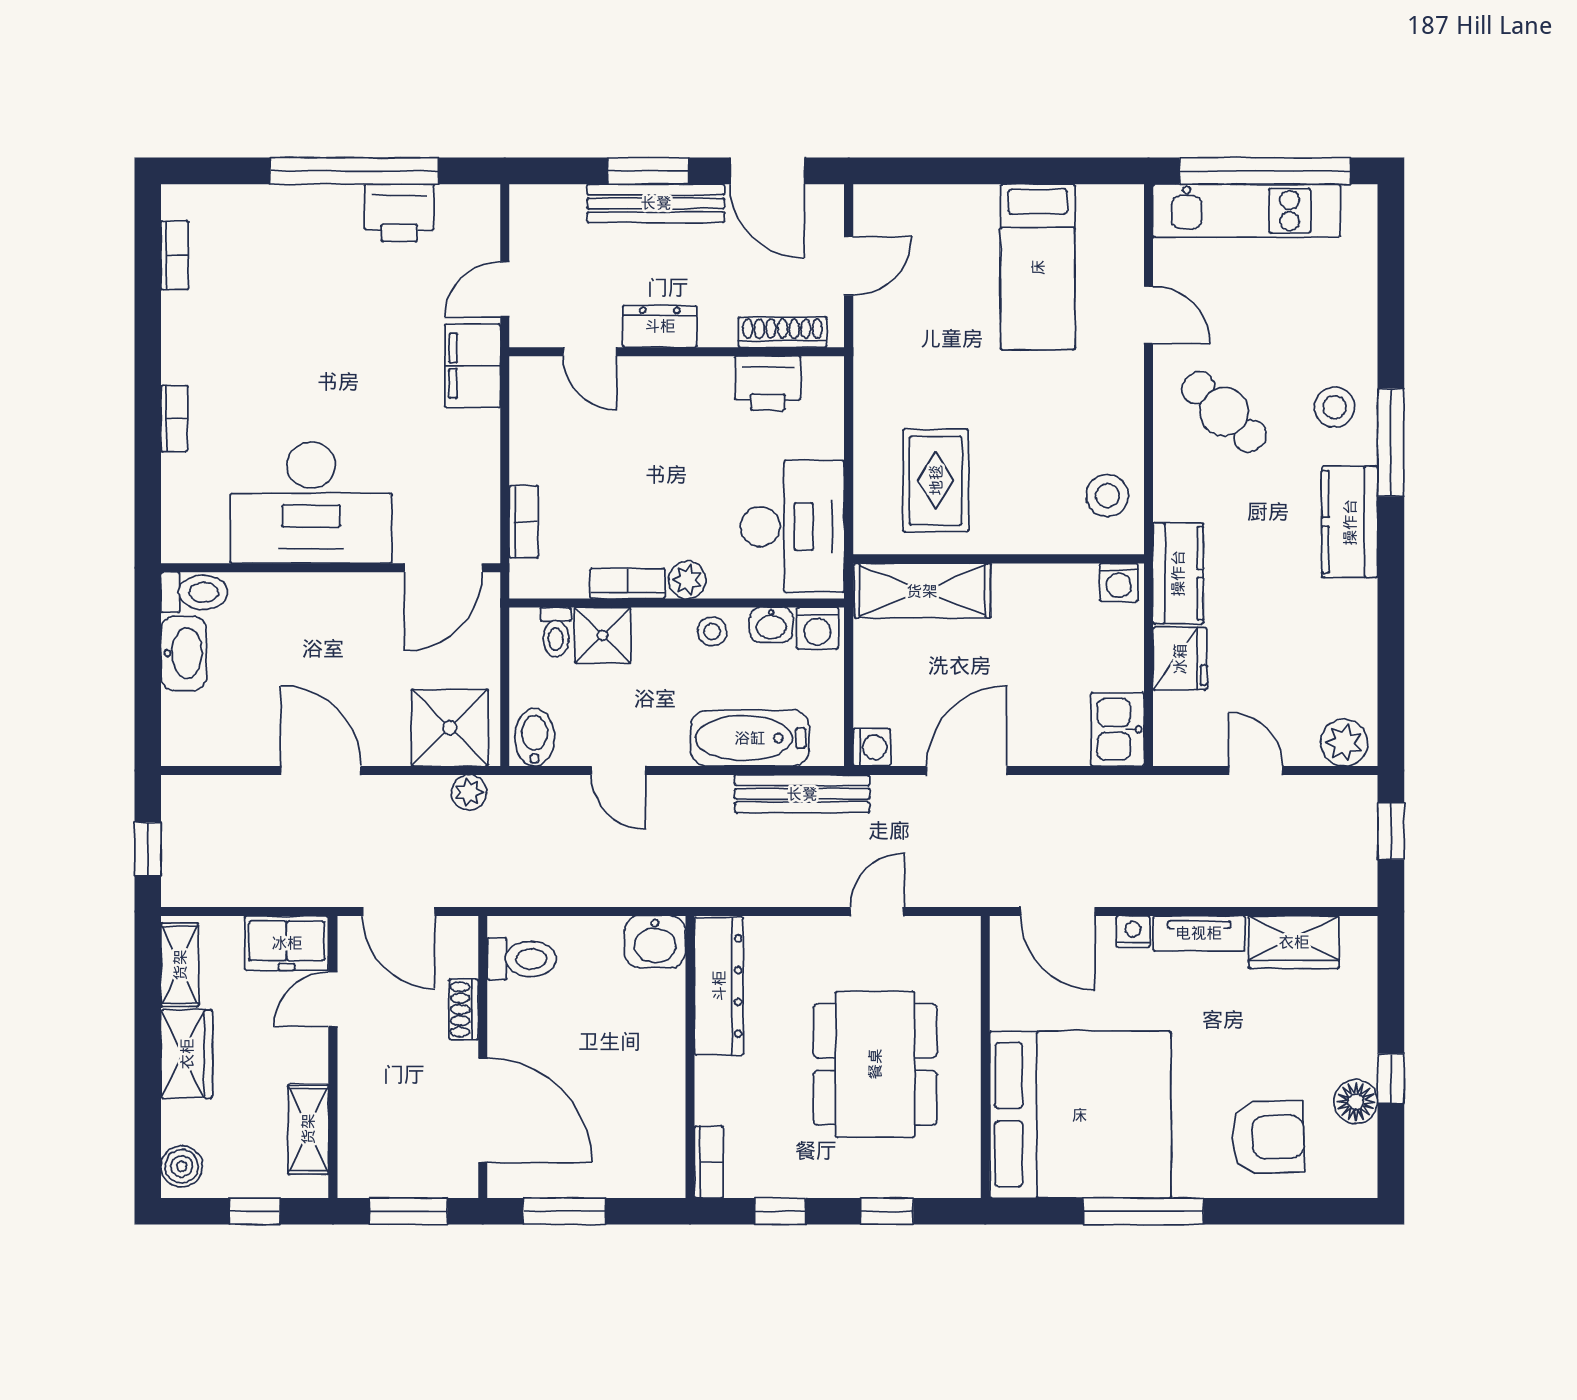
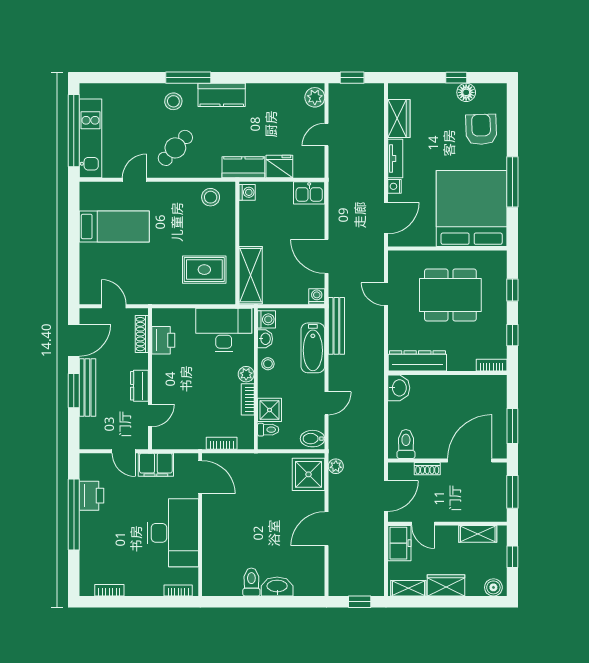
desk: (311, 503) -> (173, 533), moved
wall: (331, 568) -> (200, 525), moved
door: (443, 568) -> (200, 477), moved

